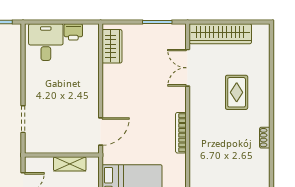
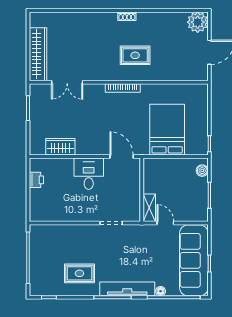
desk: (46, 42) -> (89, 174), moved, turned 90
wardrobe: (112, 46) -> (60, 147), moved
rug: (237, 92) -> (135, 55), moved
shelving: (70, 164) -> (149, 208), moved

